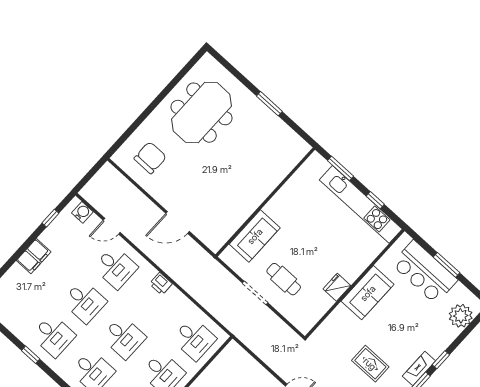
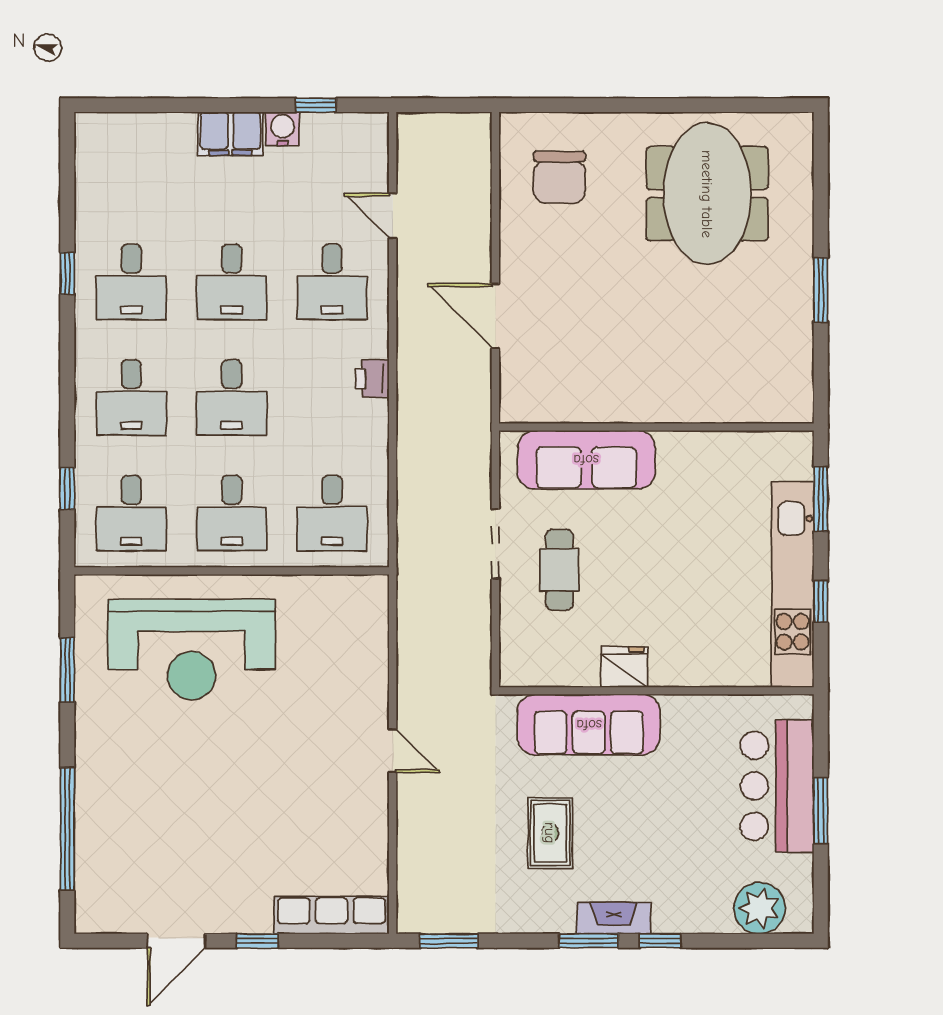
meeting table: (202, 113) -> (707, 194), turned 90
chair: (150, 158) -> (559, 177), turned 90
water cooler: (82, 212) -> (283, 129), moved, turned -90
sofa: (255, 236) -> (586, 460), width x1.36
sofa: (368, 293) -> (589, 725), moved, width x1.36

